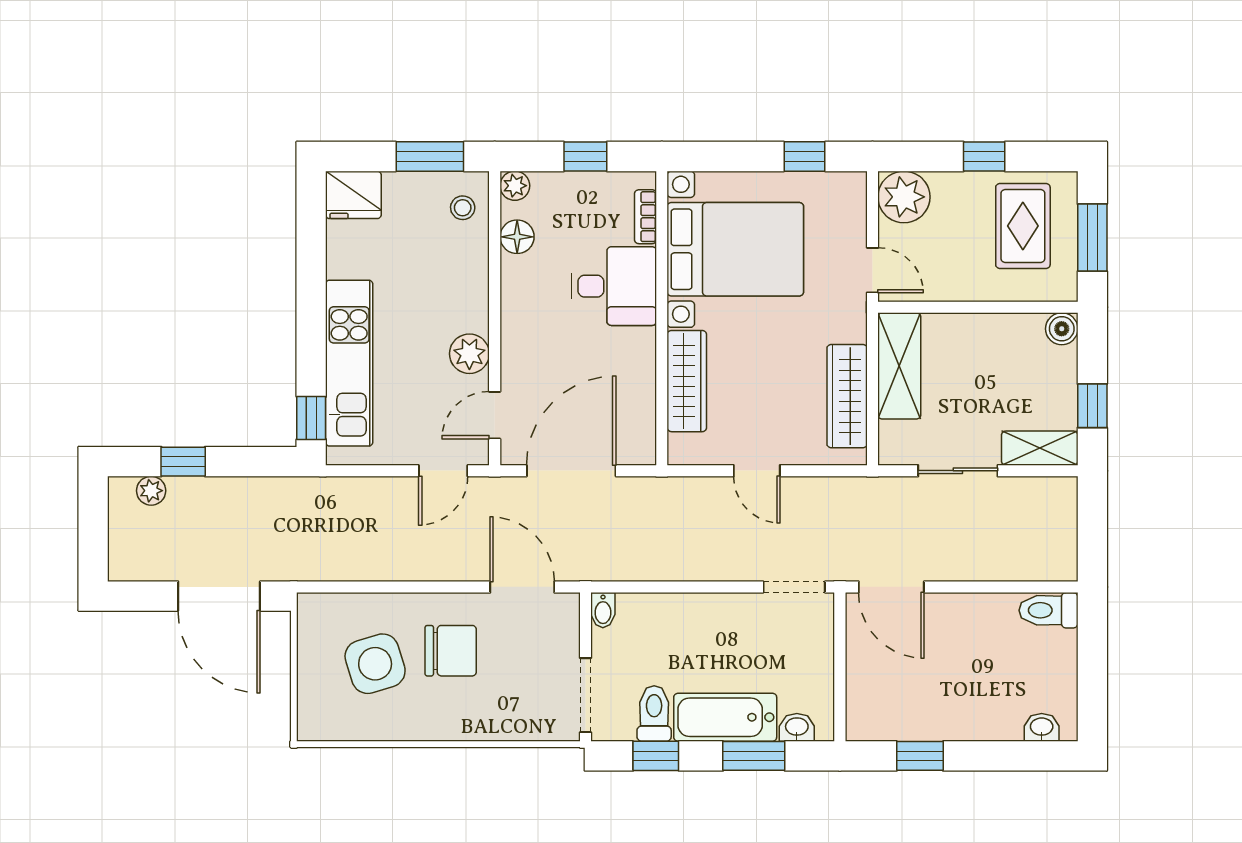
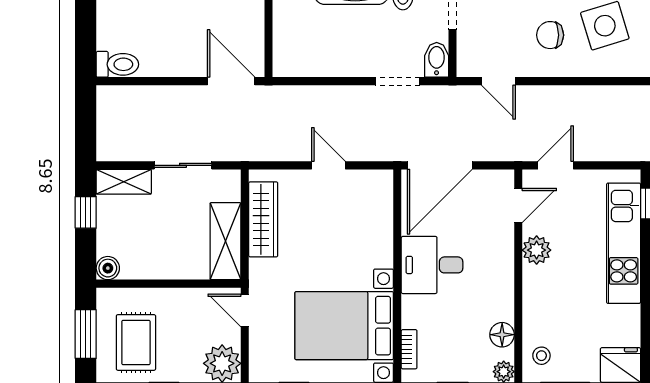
desk: (614, 286) -> (432, 265), moved
wardrobe: (687, 381) -> (379, 230), removed
door: (571, 471) -> (440, 165), moved
door: (522, 587) -> (498, 81), width x0.73
doorway: (794, 587) -> (397, 81), moved
bidet: (603, 610) -> (437, 60), width x1.38, depth x1.36
chair: (451, 651) -> (550, 35), width x0.73, depth x0.73

